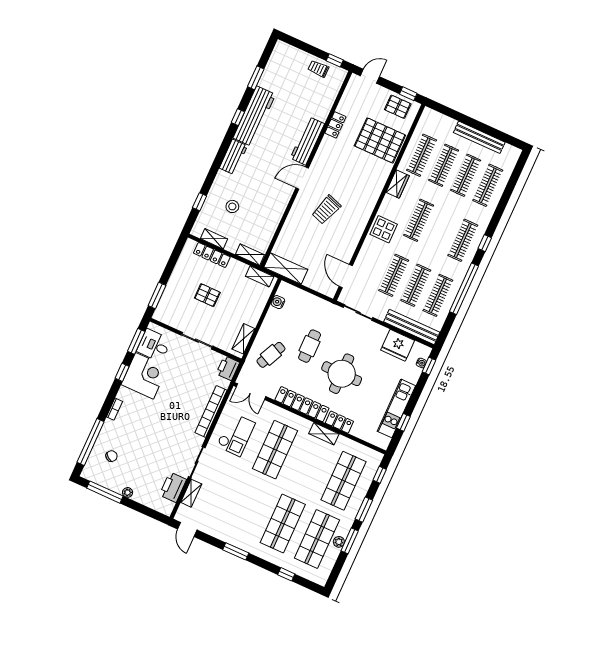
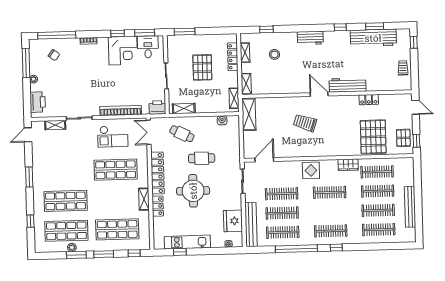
window: (335, 60) -> (414, 42), moved
workbench: (254, 116) -> (373, 38), moved
pallet: (207, 295) -> (202, 67), width x1.50, depth x1.42
window: (429, 366) -> (229, 251), removed
printer: (173, 487) -> (38, 102), moved, turned 90

